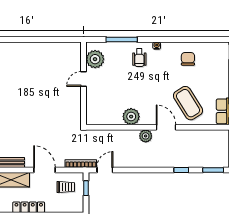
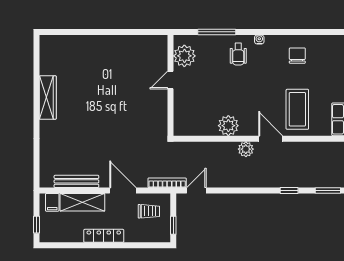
coffee table: (188, 103) -> (297, 109), turned 32
window: (86, 188) -> (173, 225), moved

